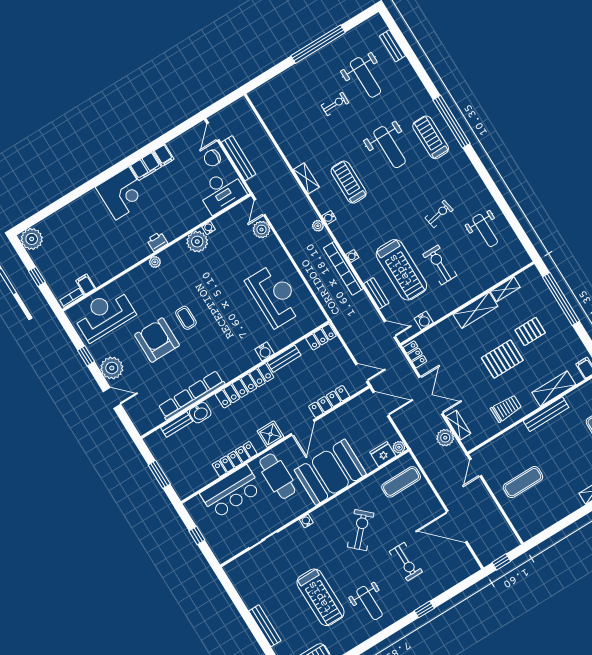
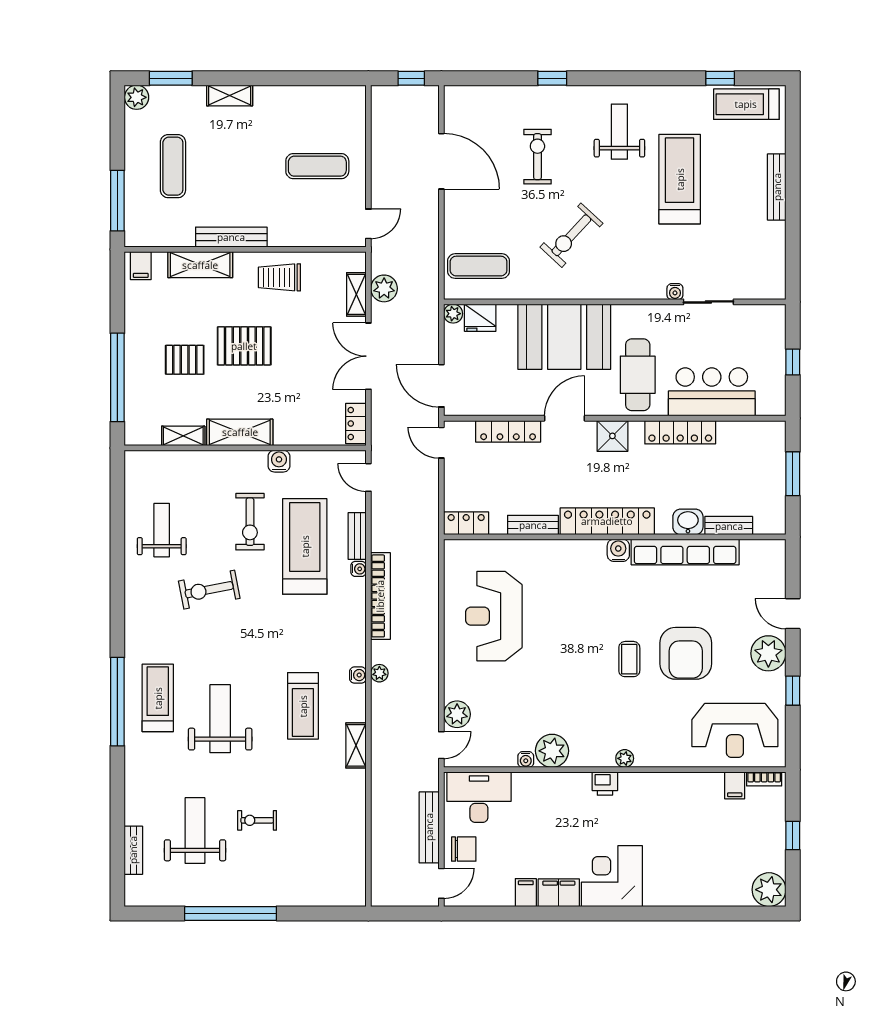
treadmill: (431, 137) -> (158, 698), turned 180
exercise bike: (439, 214) -> (209, 590), width x1.38, depth x1.39
water cooler: (352, 256) -> (358, 569), moved
water cooler: (424, 321) -> (279, 461), moved
water cooler: (265, 351) -> (618, 550), moved
water cooler: (306, 521) -> (675, 292), moved

